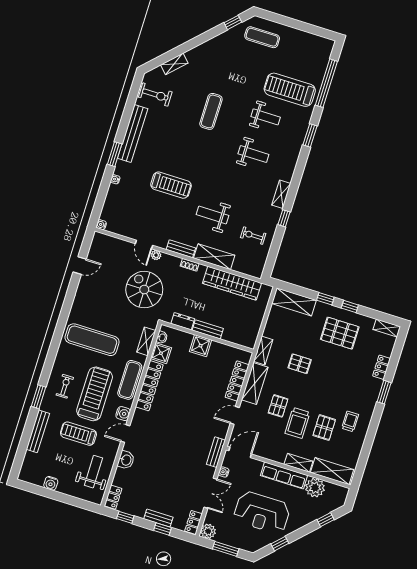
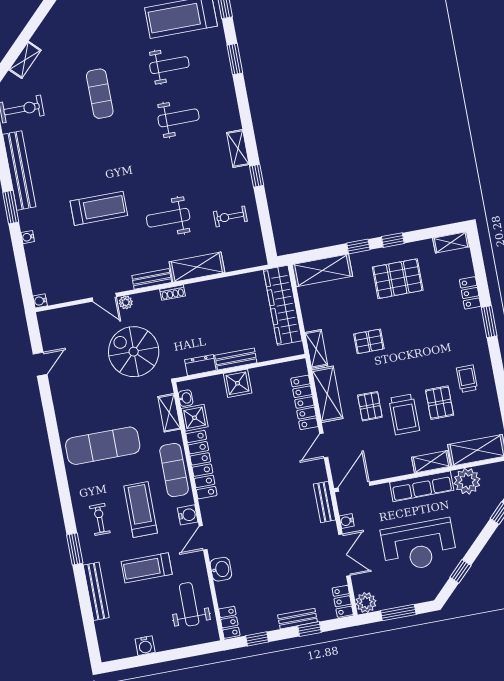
wardrobe: (232, 283) -> (283, 305), moved, turned 90
treadmill: (95, 394) -> (141, 509), width x0.73, depth x0.73

